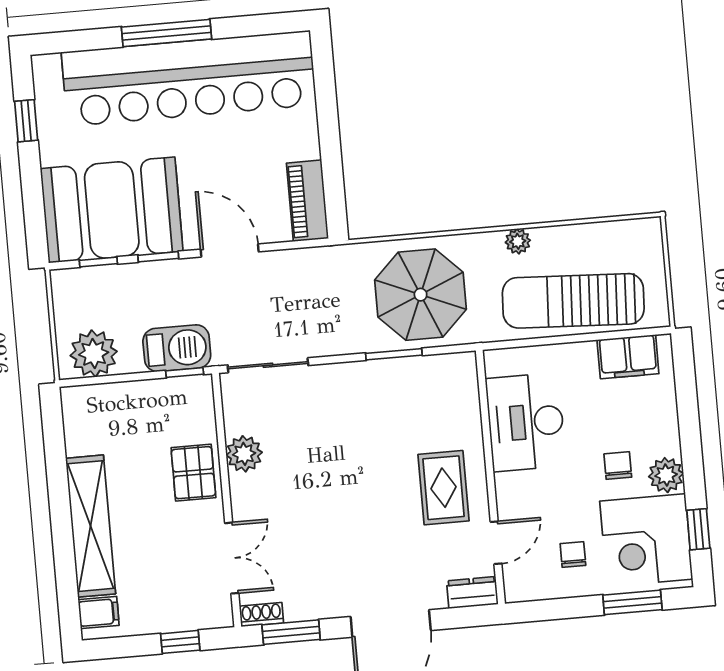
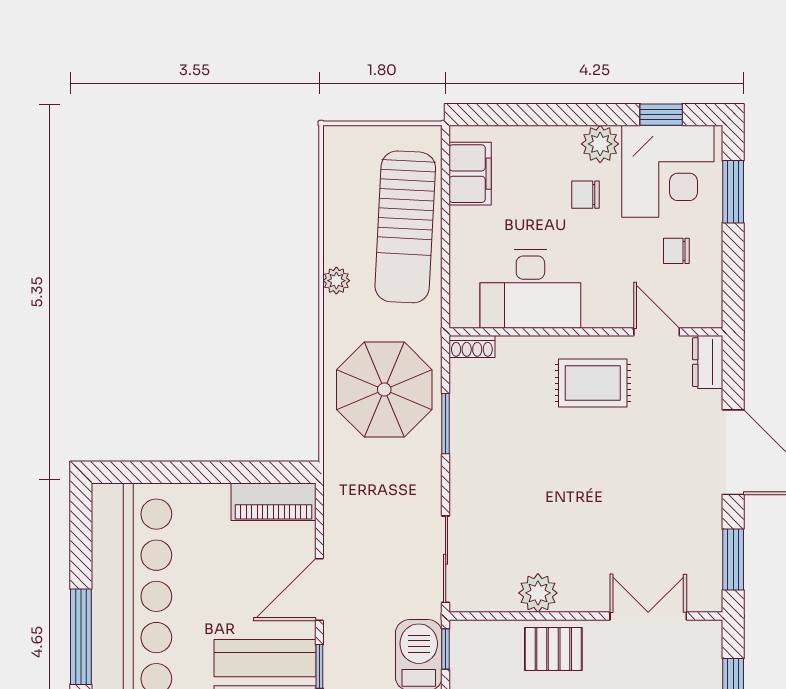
shoe rack: (261, 615) -> (472, 347), moved, turned -90

